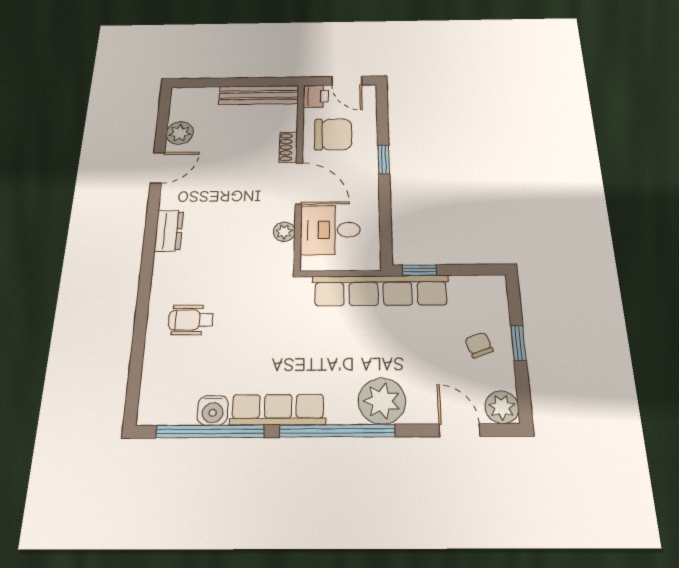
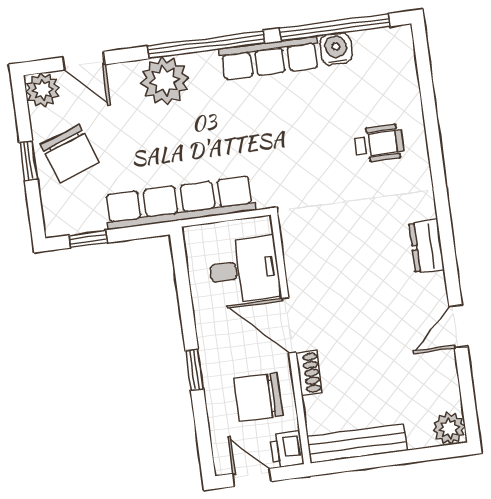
plant: (180, 133) -> (449, 428), moved
plant: (284, 232) -> (296, 261), removed
window: (419, 270) -> (88, 239), moved
chair: (479, 345) -> (70, 154), width x1.87, depth x1.87

